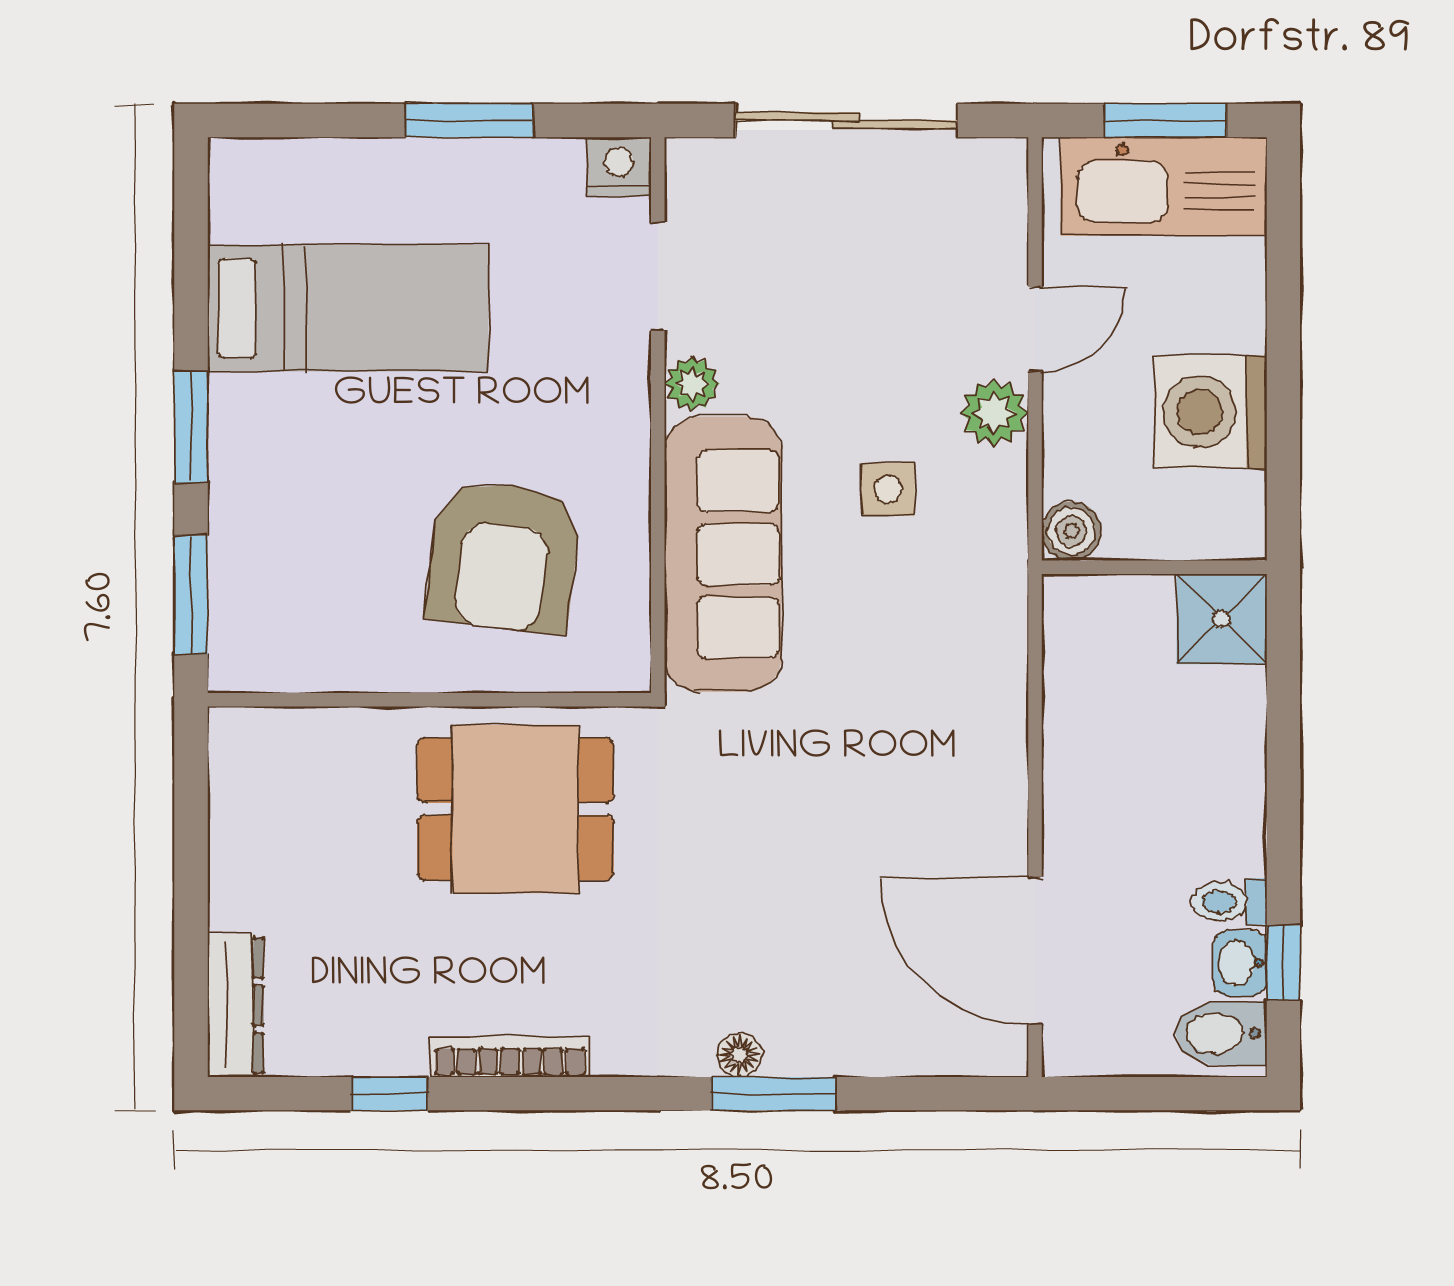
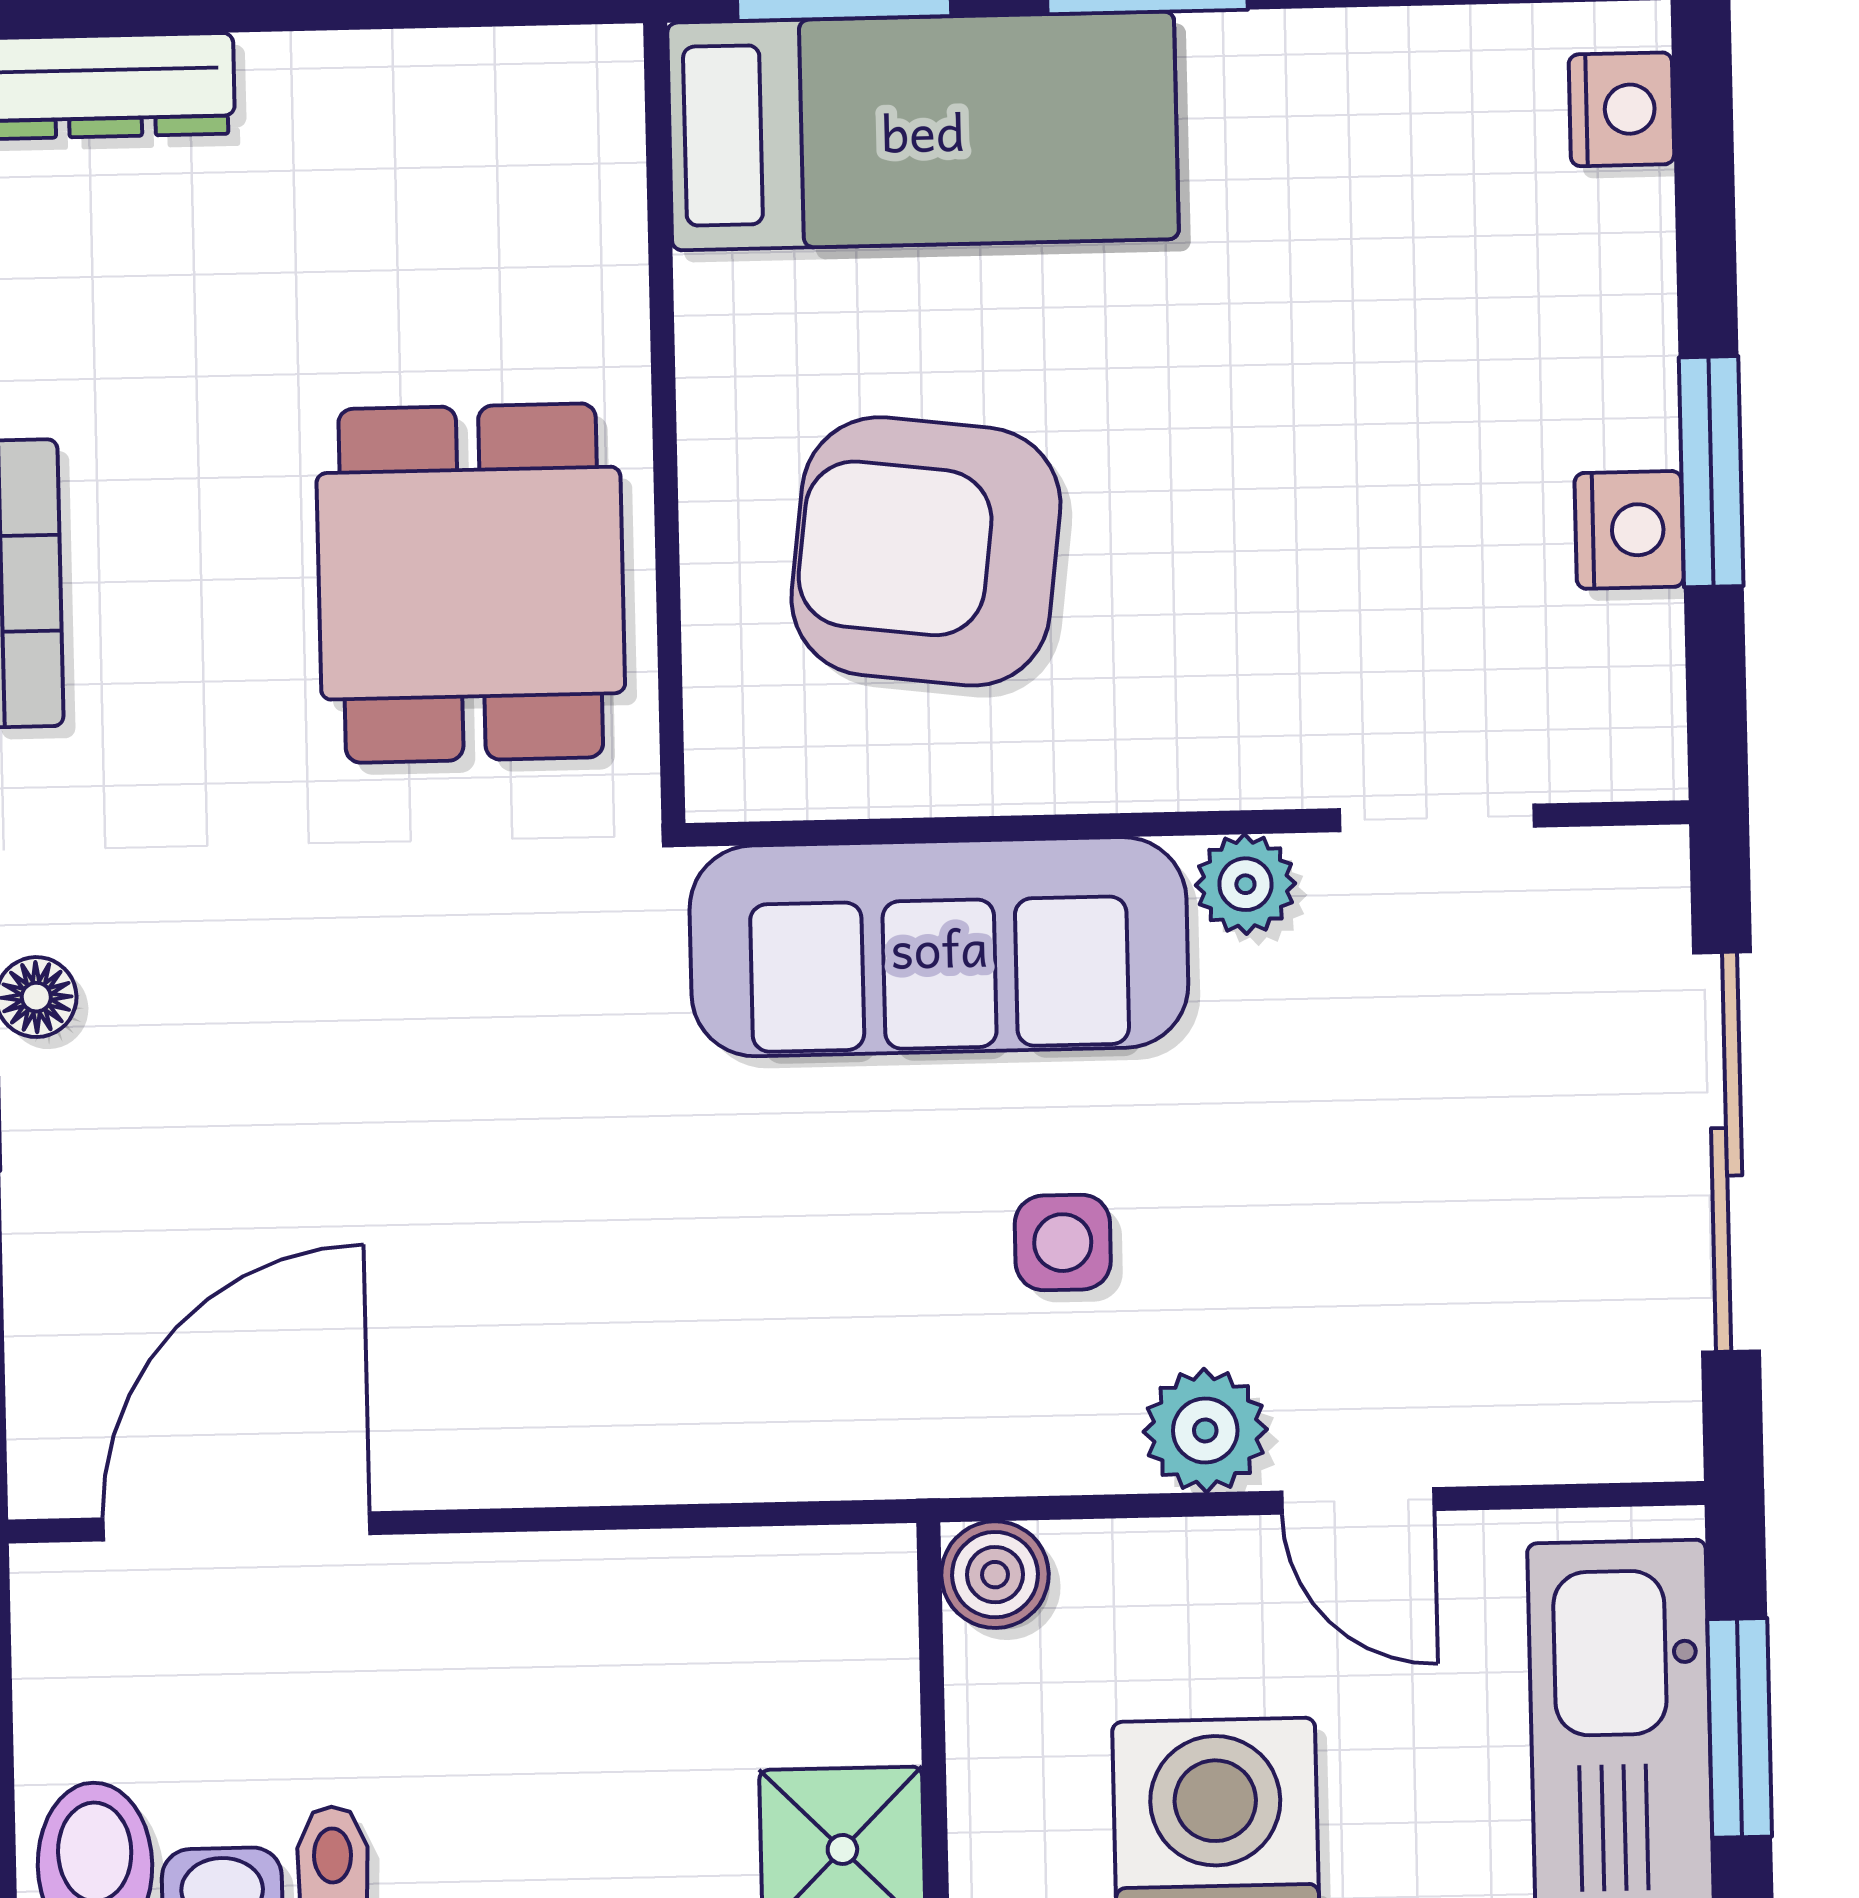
nightstand: (268, 166) -> (1621, 109), added
nightstand: (619, 167) -> (1629, 530), moved
bed: (348, 308) -> (923, 131), moved, turned -90

